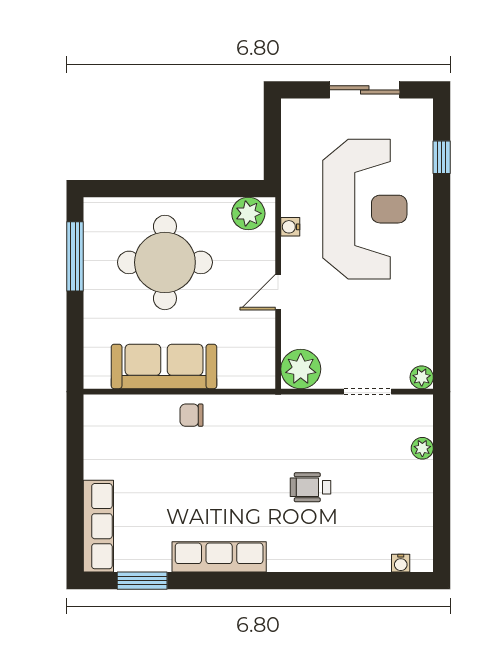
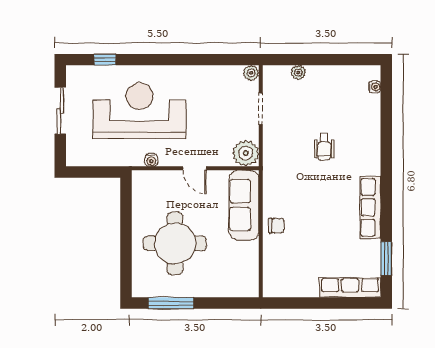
plant: (248, 213) -> (142, 188), removed
sofa: (164, 366) -> (244, 205), moved
chair: (192, 415) -> (276, 226), turned -90

